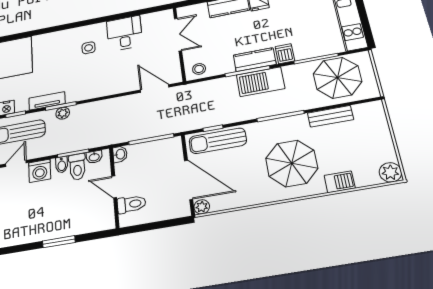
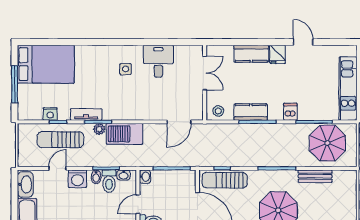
kitchen counter: (255, 60) -> (251, 112), moved
barbecue: (260, 82) -> (124, 134), moved
door: (155, 89) -> (179, 122), swing flipped
door: (114, 187) -> (138, 204), hinge flipped

